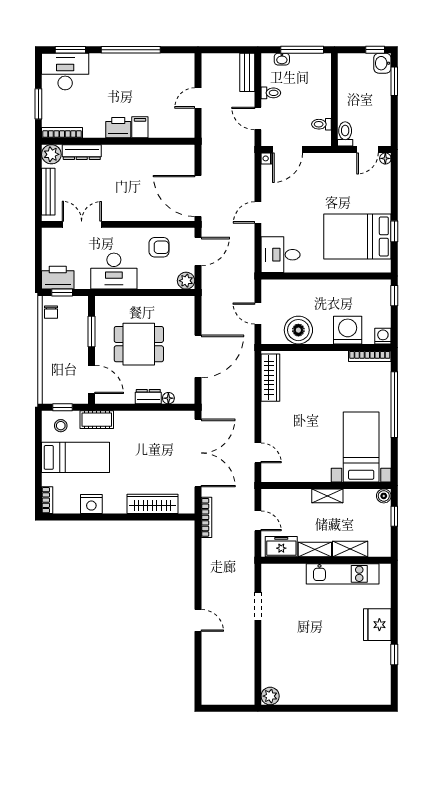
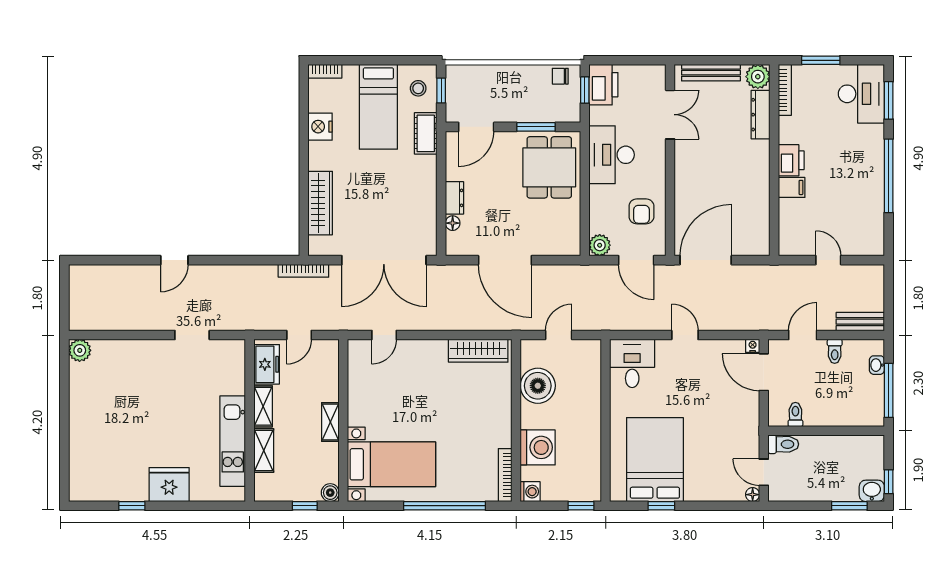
dining table: (139, 344) -> (549, 167), moved

